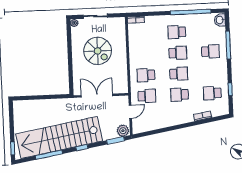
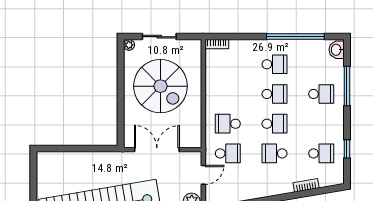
school desk: (177, 32) -> (275, 64), turned 180
spiral stairs: (98, 51) -> (160, 86), width x1.37, depth x1.37
school desk: (212, 93) -> (321, 153), turned 180

